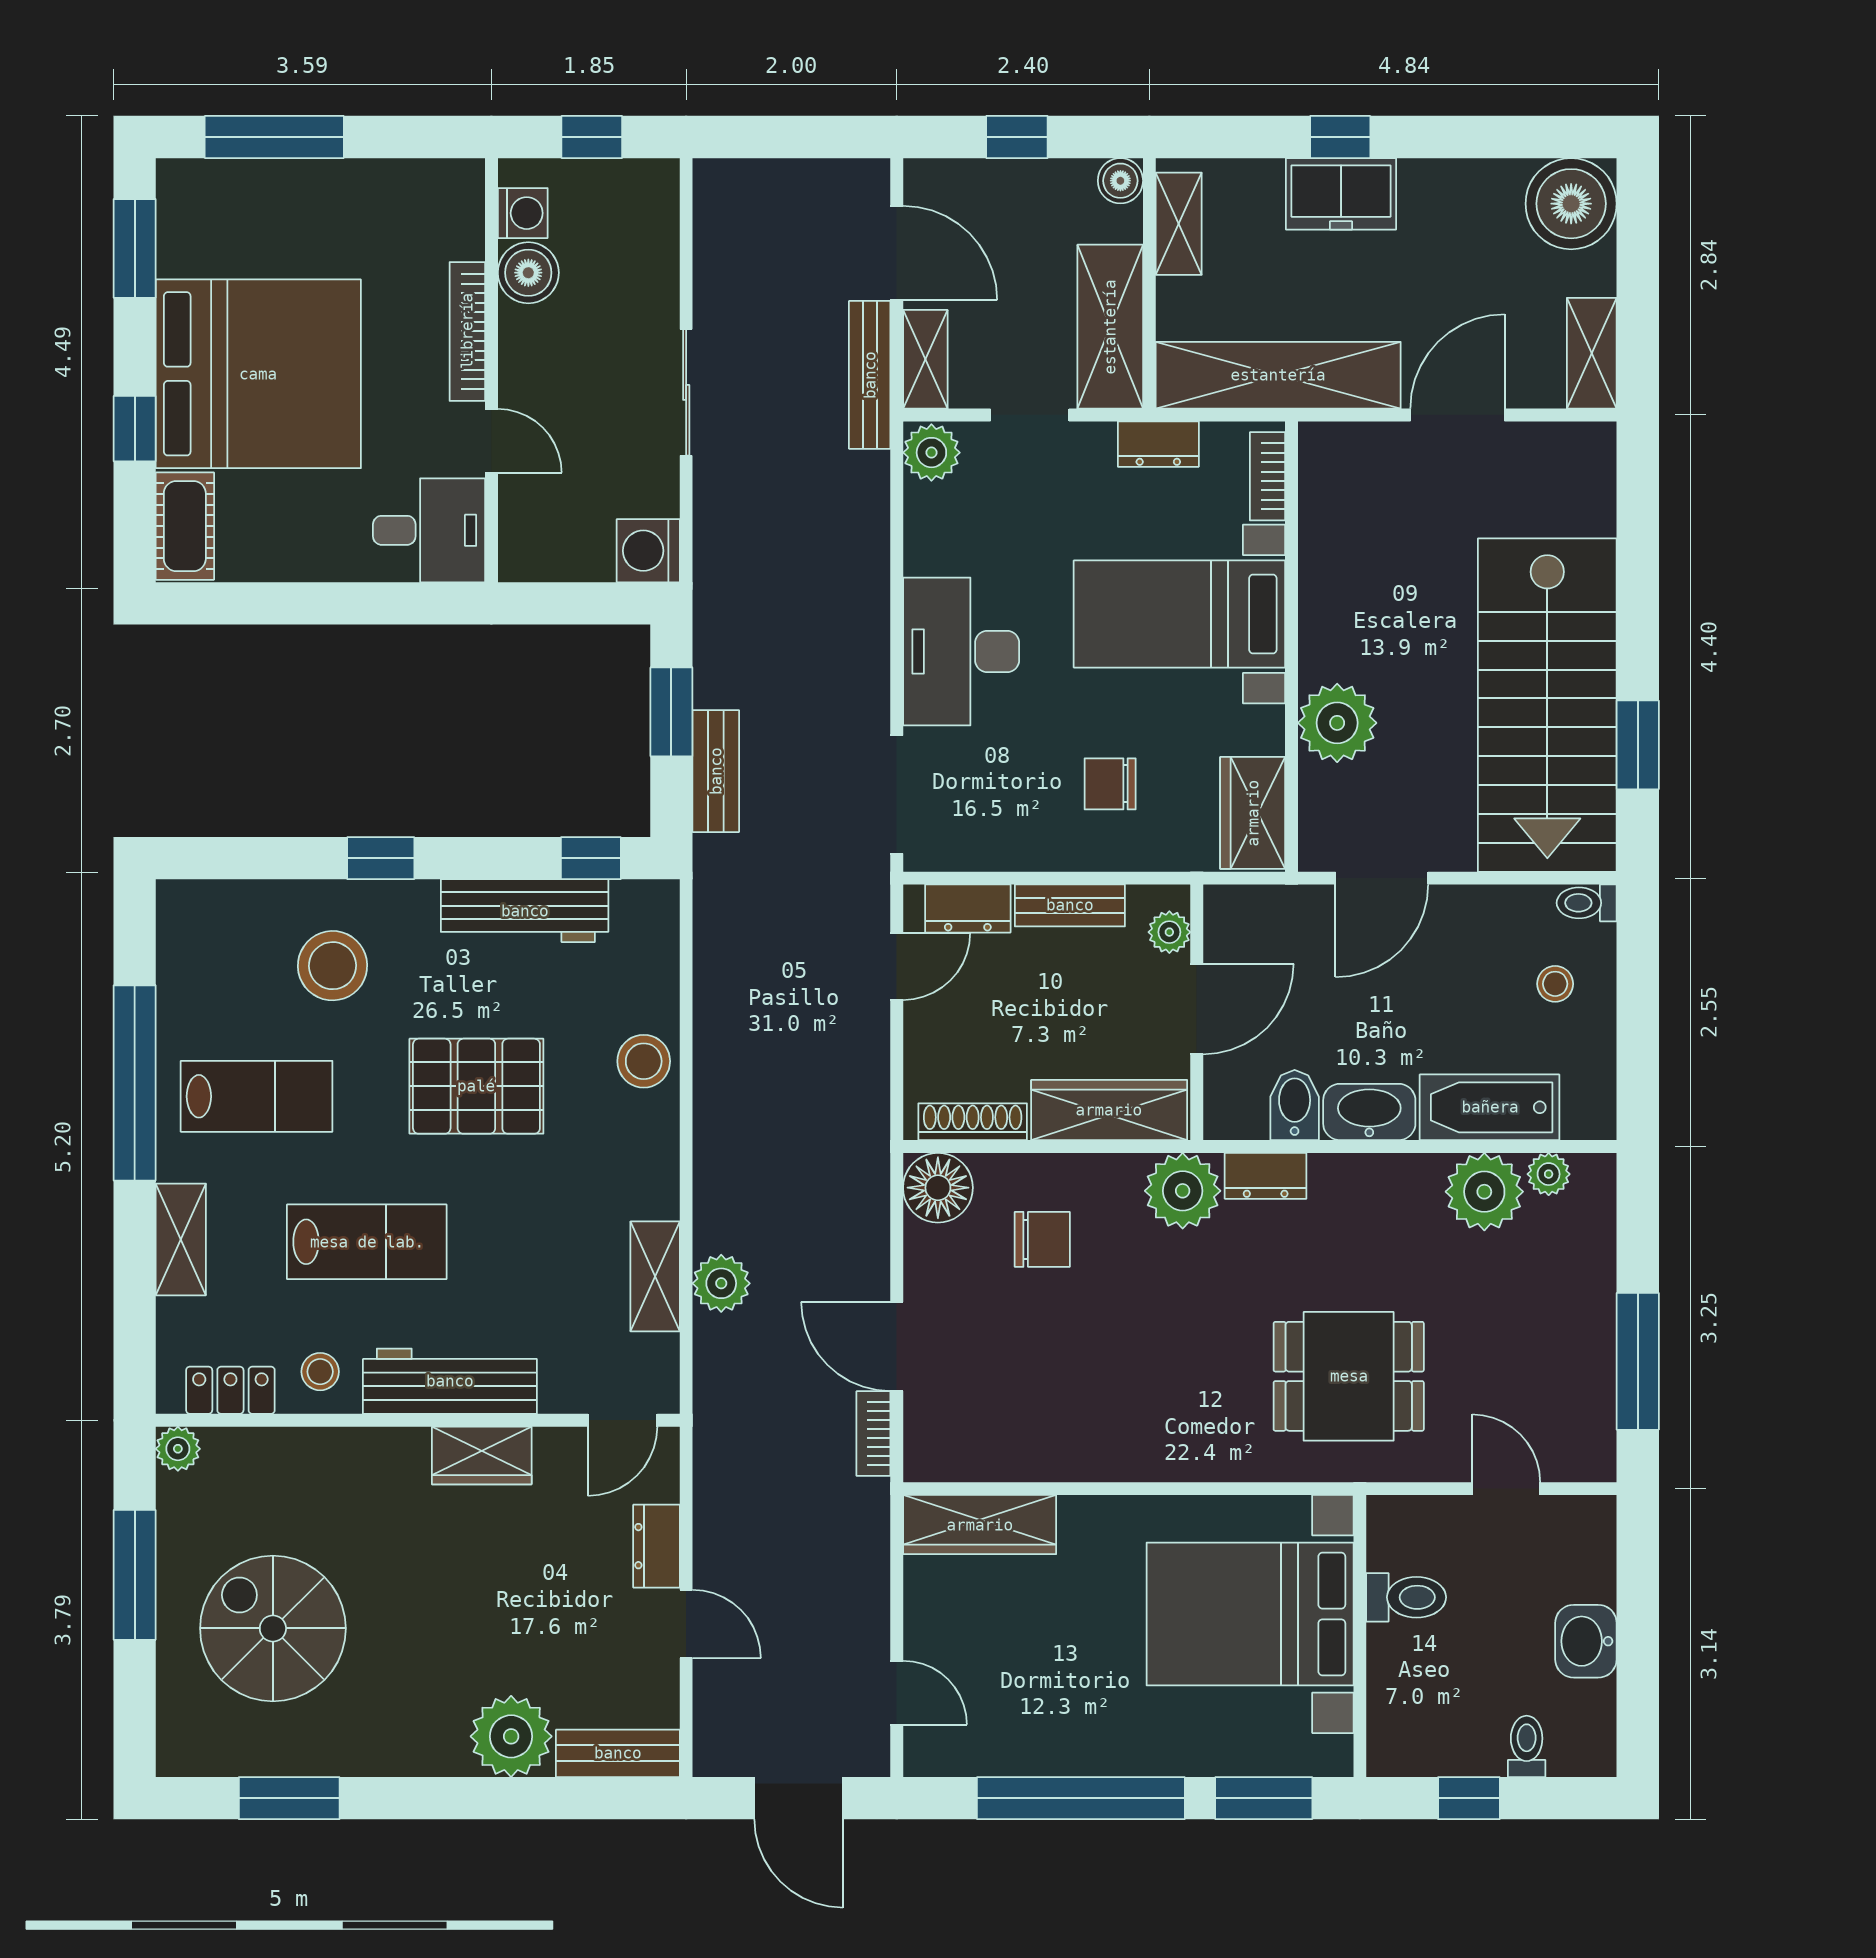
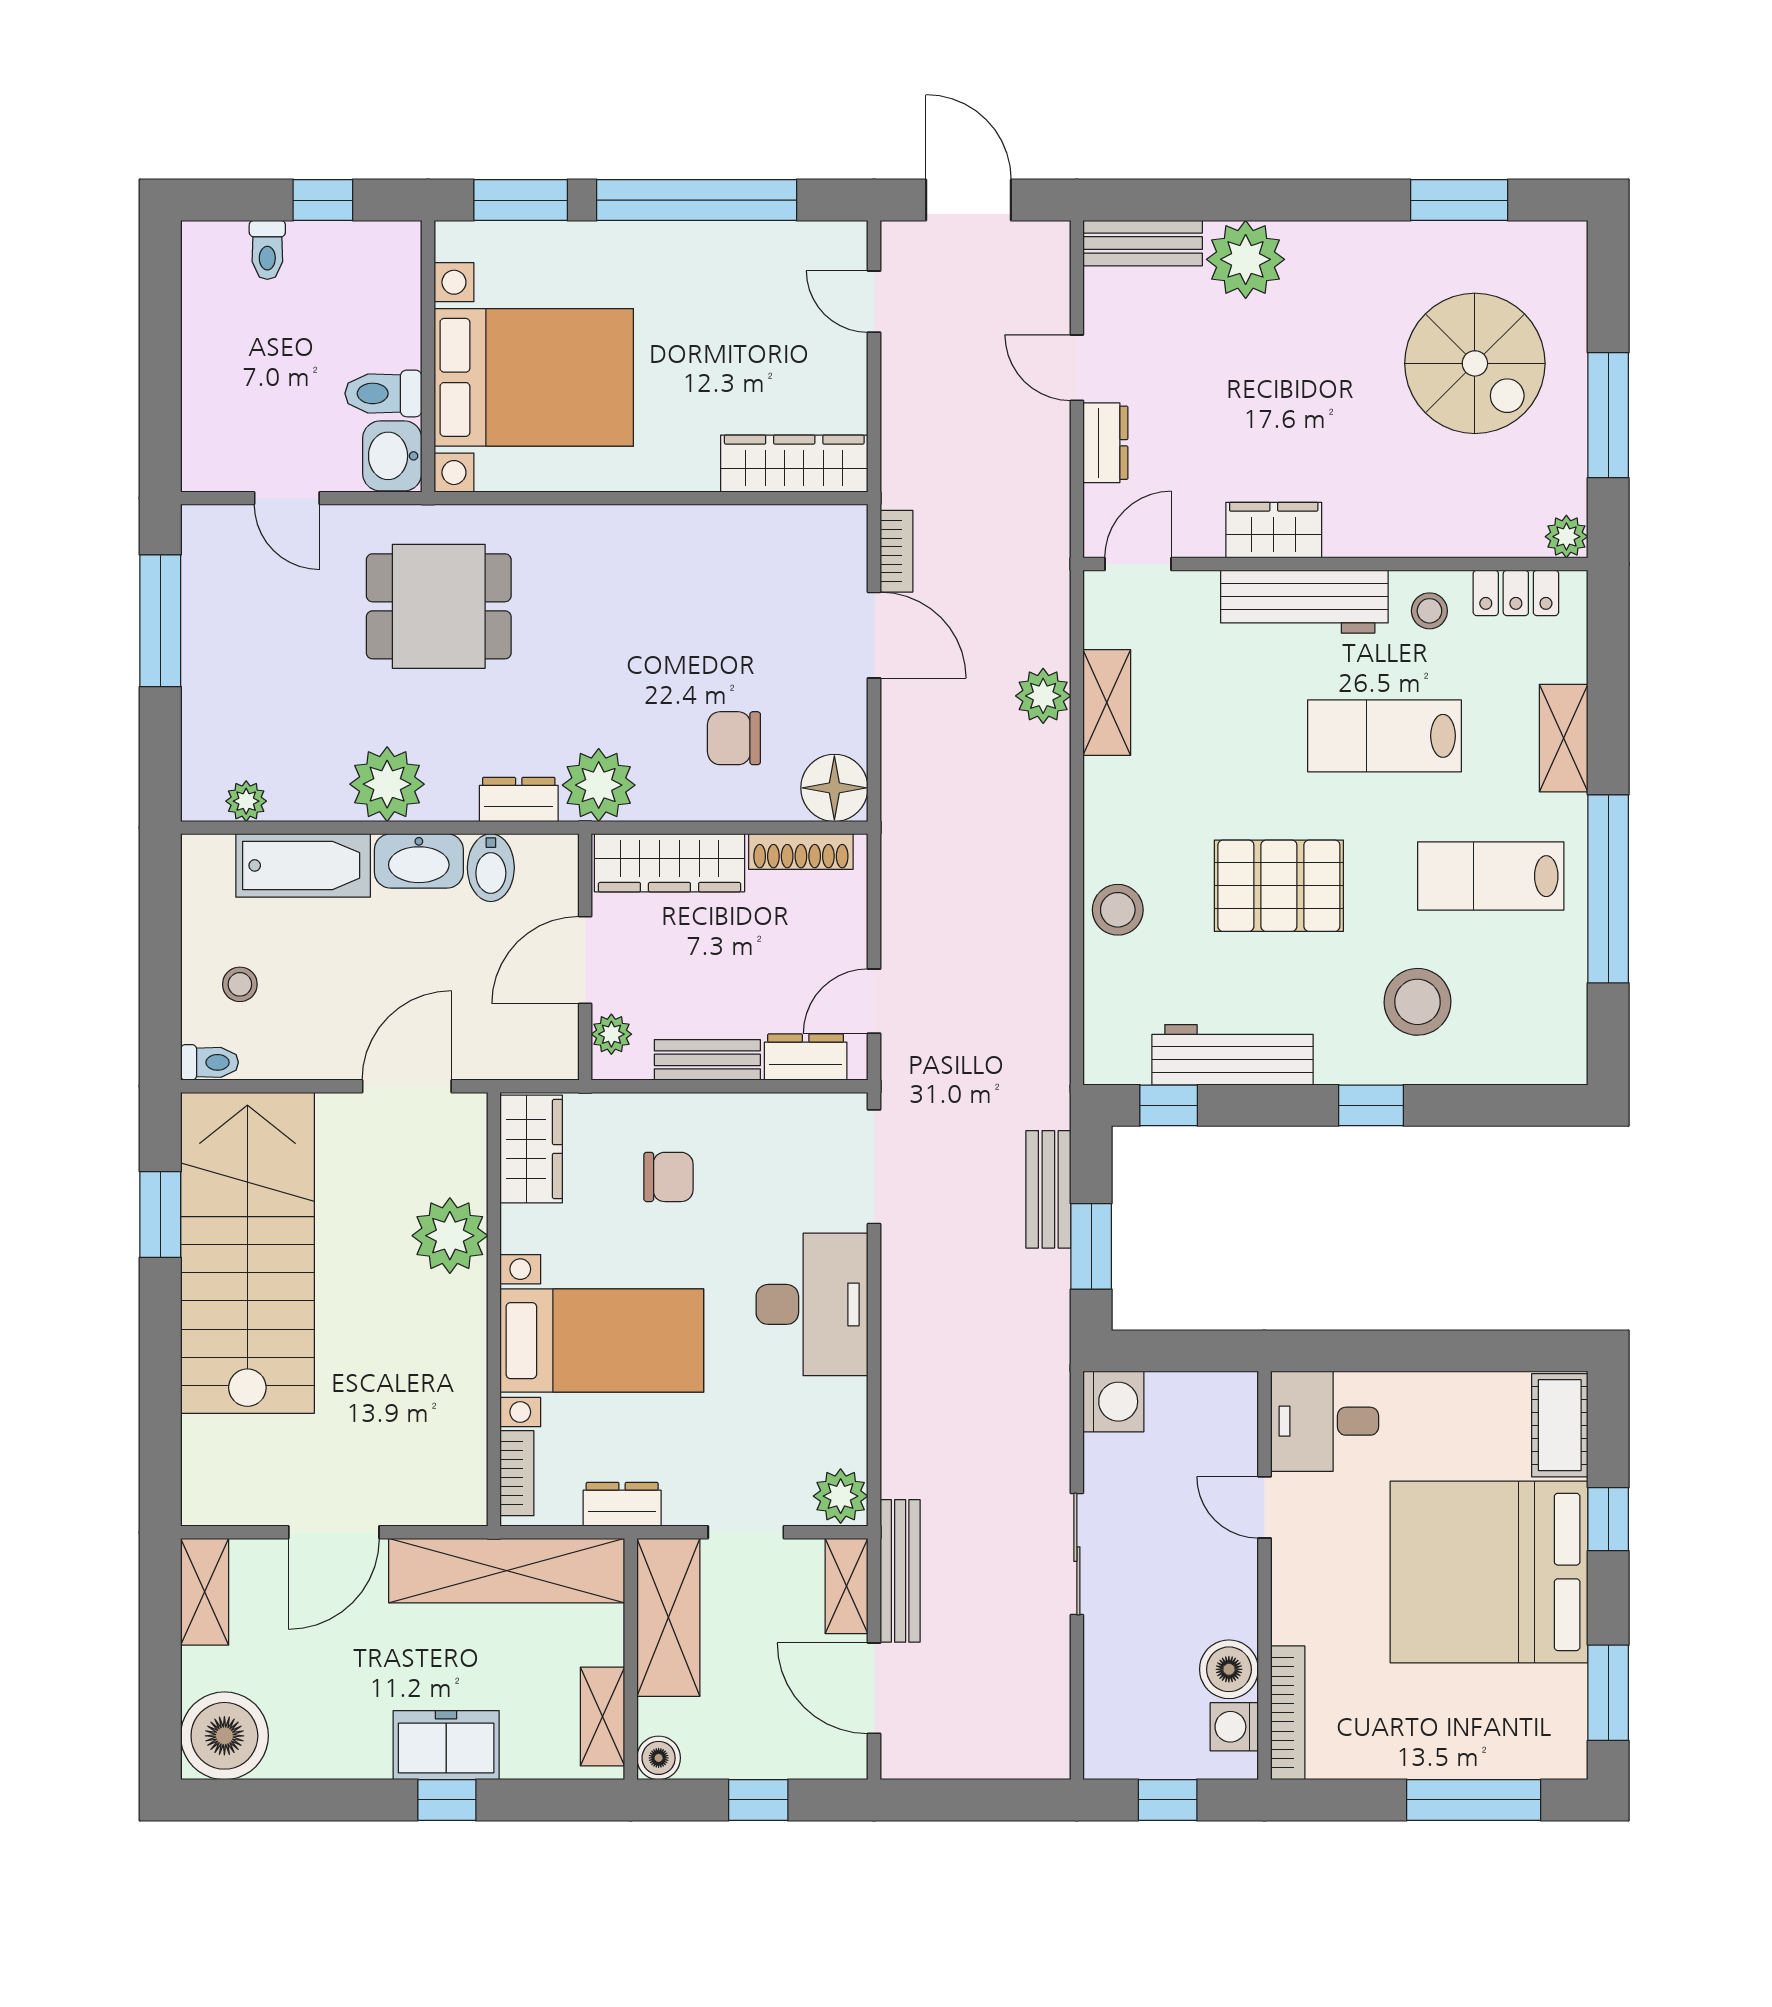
bookcase: (467, 331) -> (1288, 1713), moved
plant: (1484, 1192) -> (387, 784), moved
washbasin: (1586, 1641) -> (392, 456), moved, turned 180

